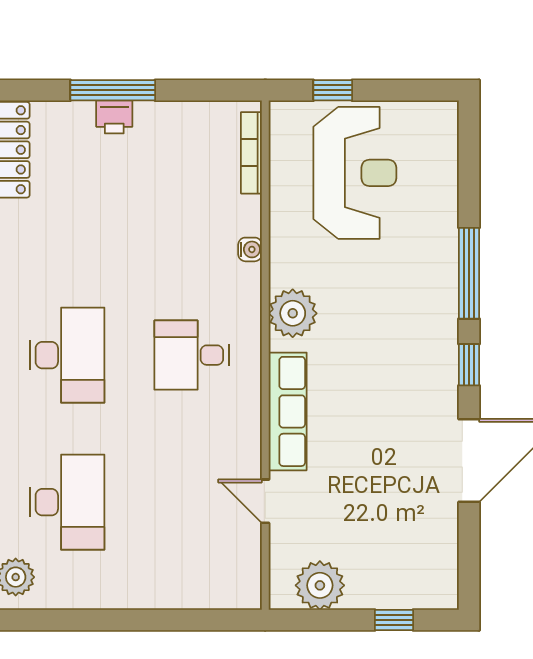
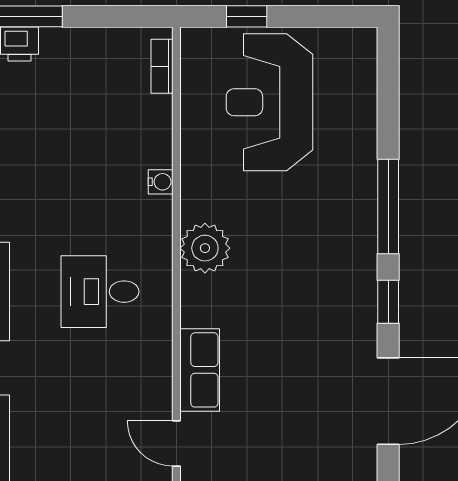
bookcase: (251, 153) -> (162, 66), width x0.64
reception desk: (355, 173) -> (269, 102), turned 180
row of seats: (288, 411) -> (200, 370), width x0.68

